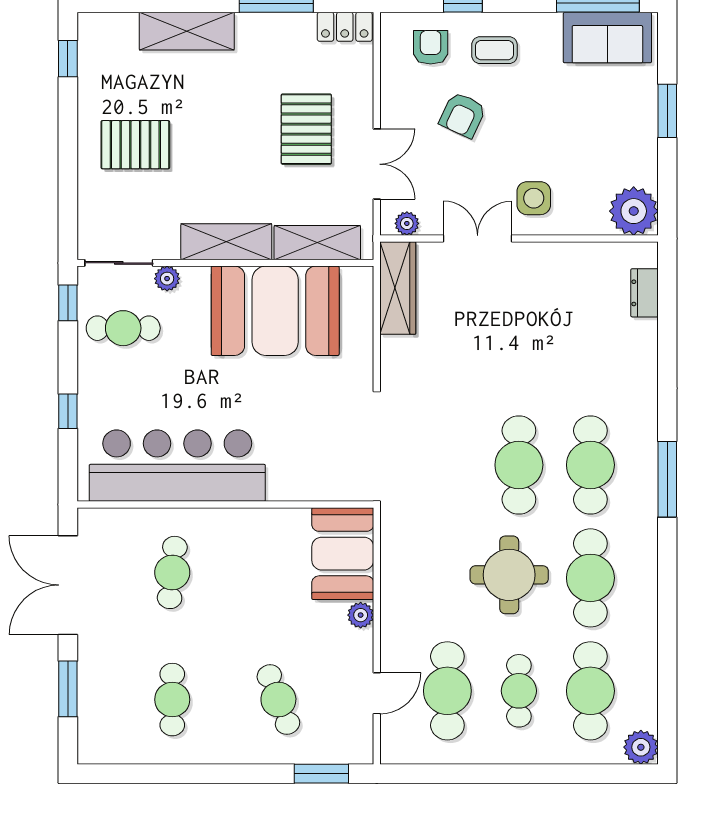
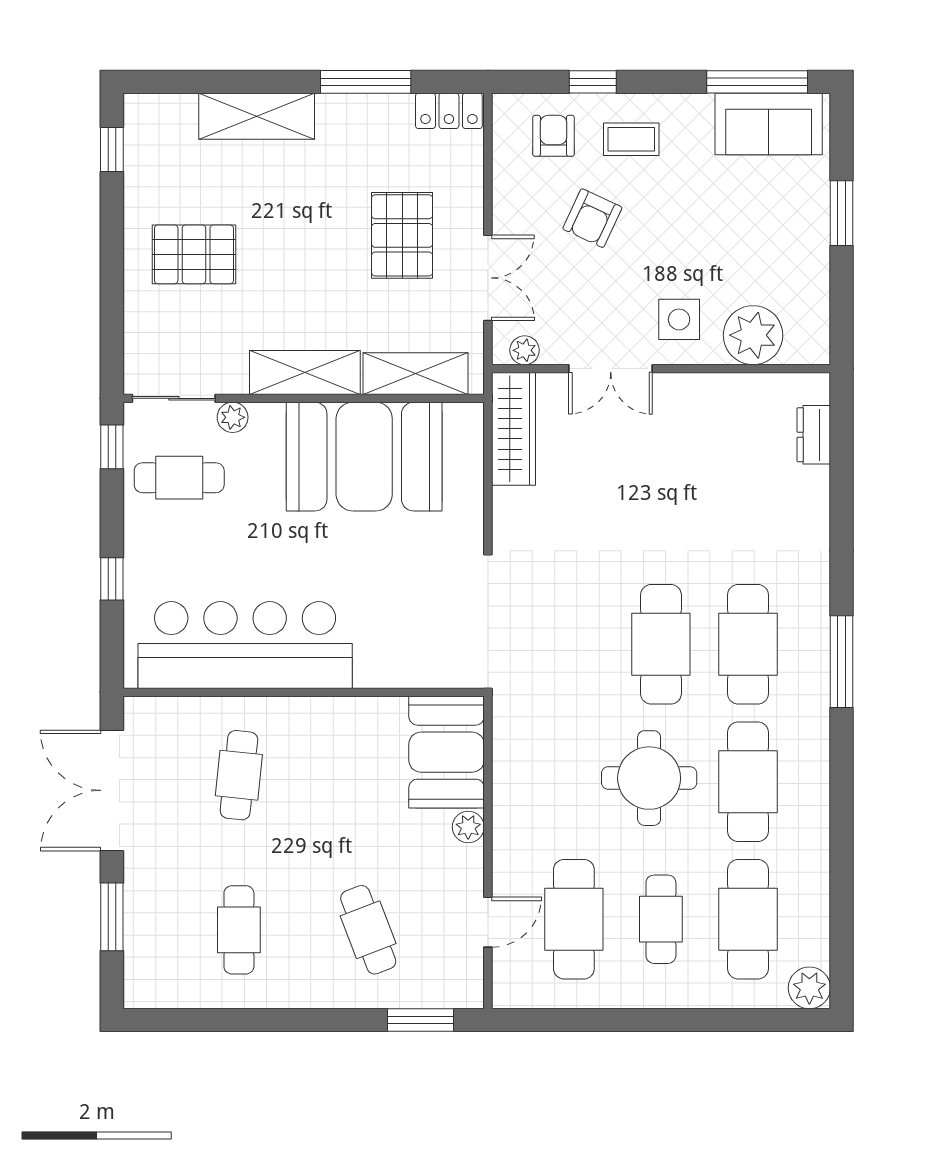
plant: (634, 211) -> (753, 335), moved
double door: (478, 238) -> (611, 369), swing flipped

